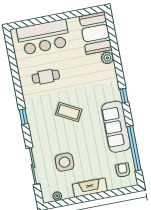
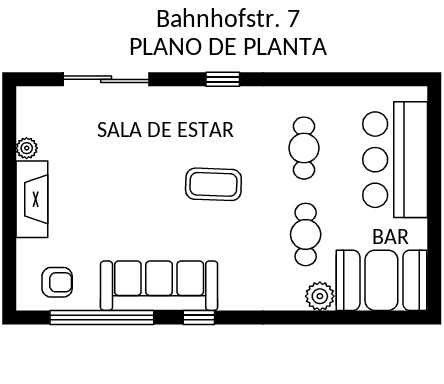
cafe table: (82, 69) -> (306, 234), added
window: (124, 96) -> (199, 317), moved
coffee table: (69, 112) -> (213, 184), turned 64
side table: (65, 162) -> (101, 153), removed
plant: (57, 196) -> (27, 148), moved

